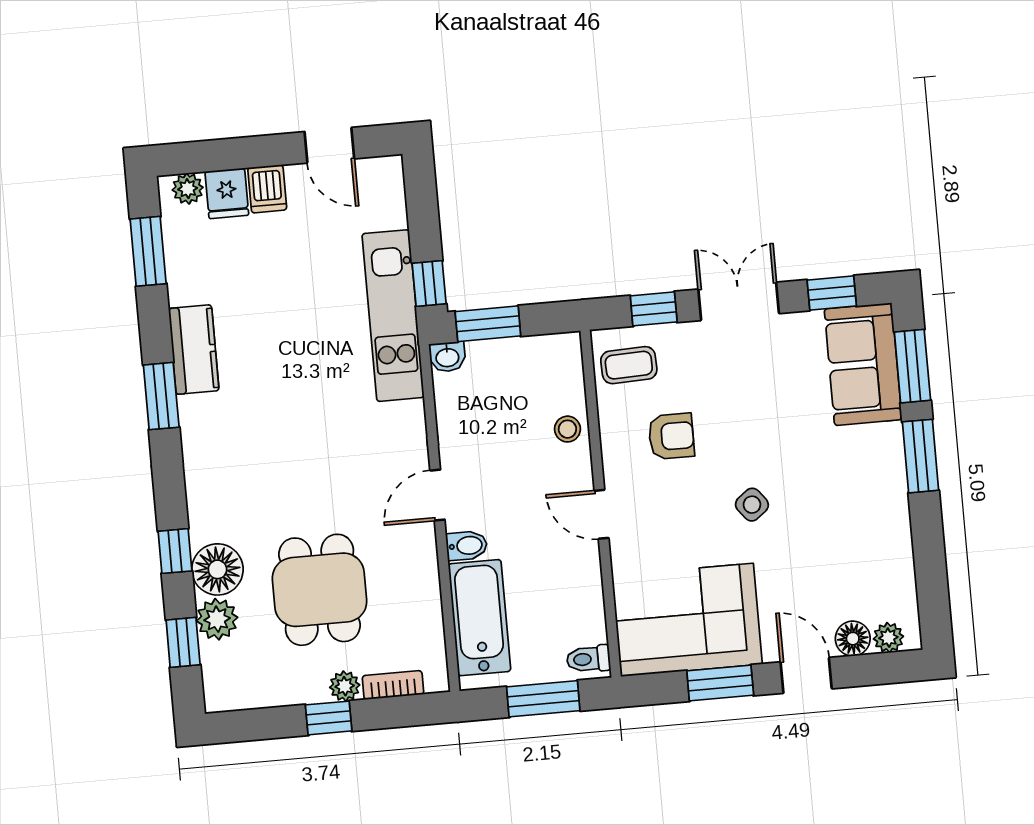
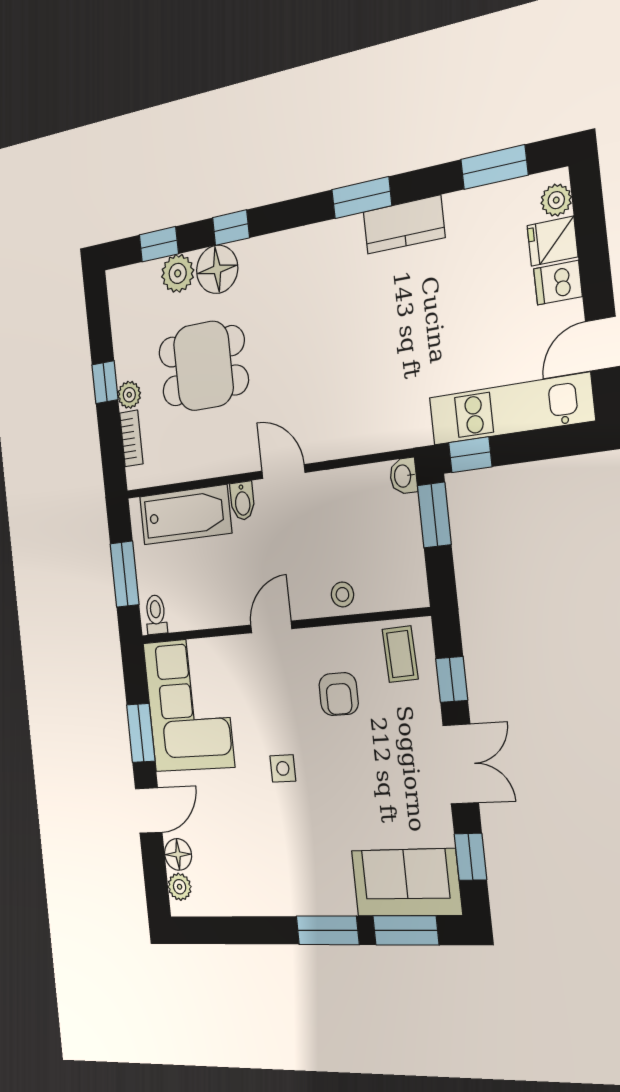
kitchen unit: (393, 316) -> (511, 409), moved
side table: (752, 505) -> (283, 768), turned 38

